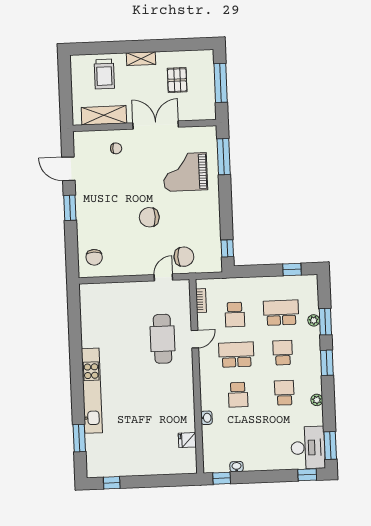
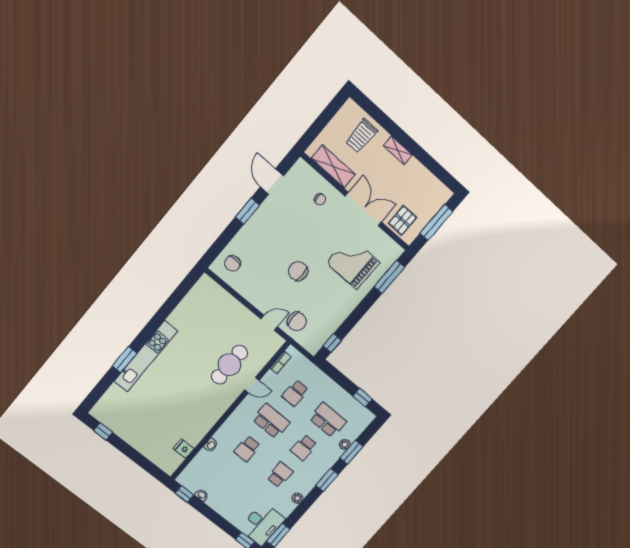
pallet: (177, 80) -> (403, 220), moved
school desk: (283, 353) -> (304, 447), turned 180
window: (79, 438) -> (125, 360), moved

